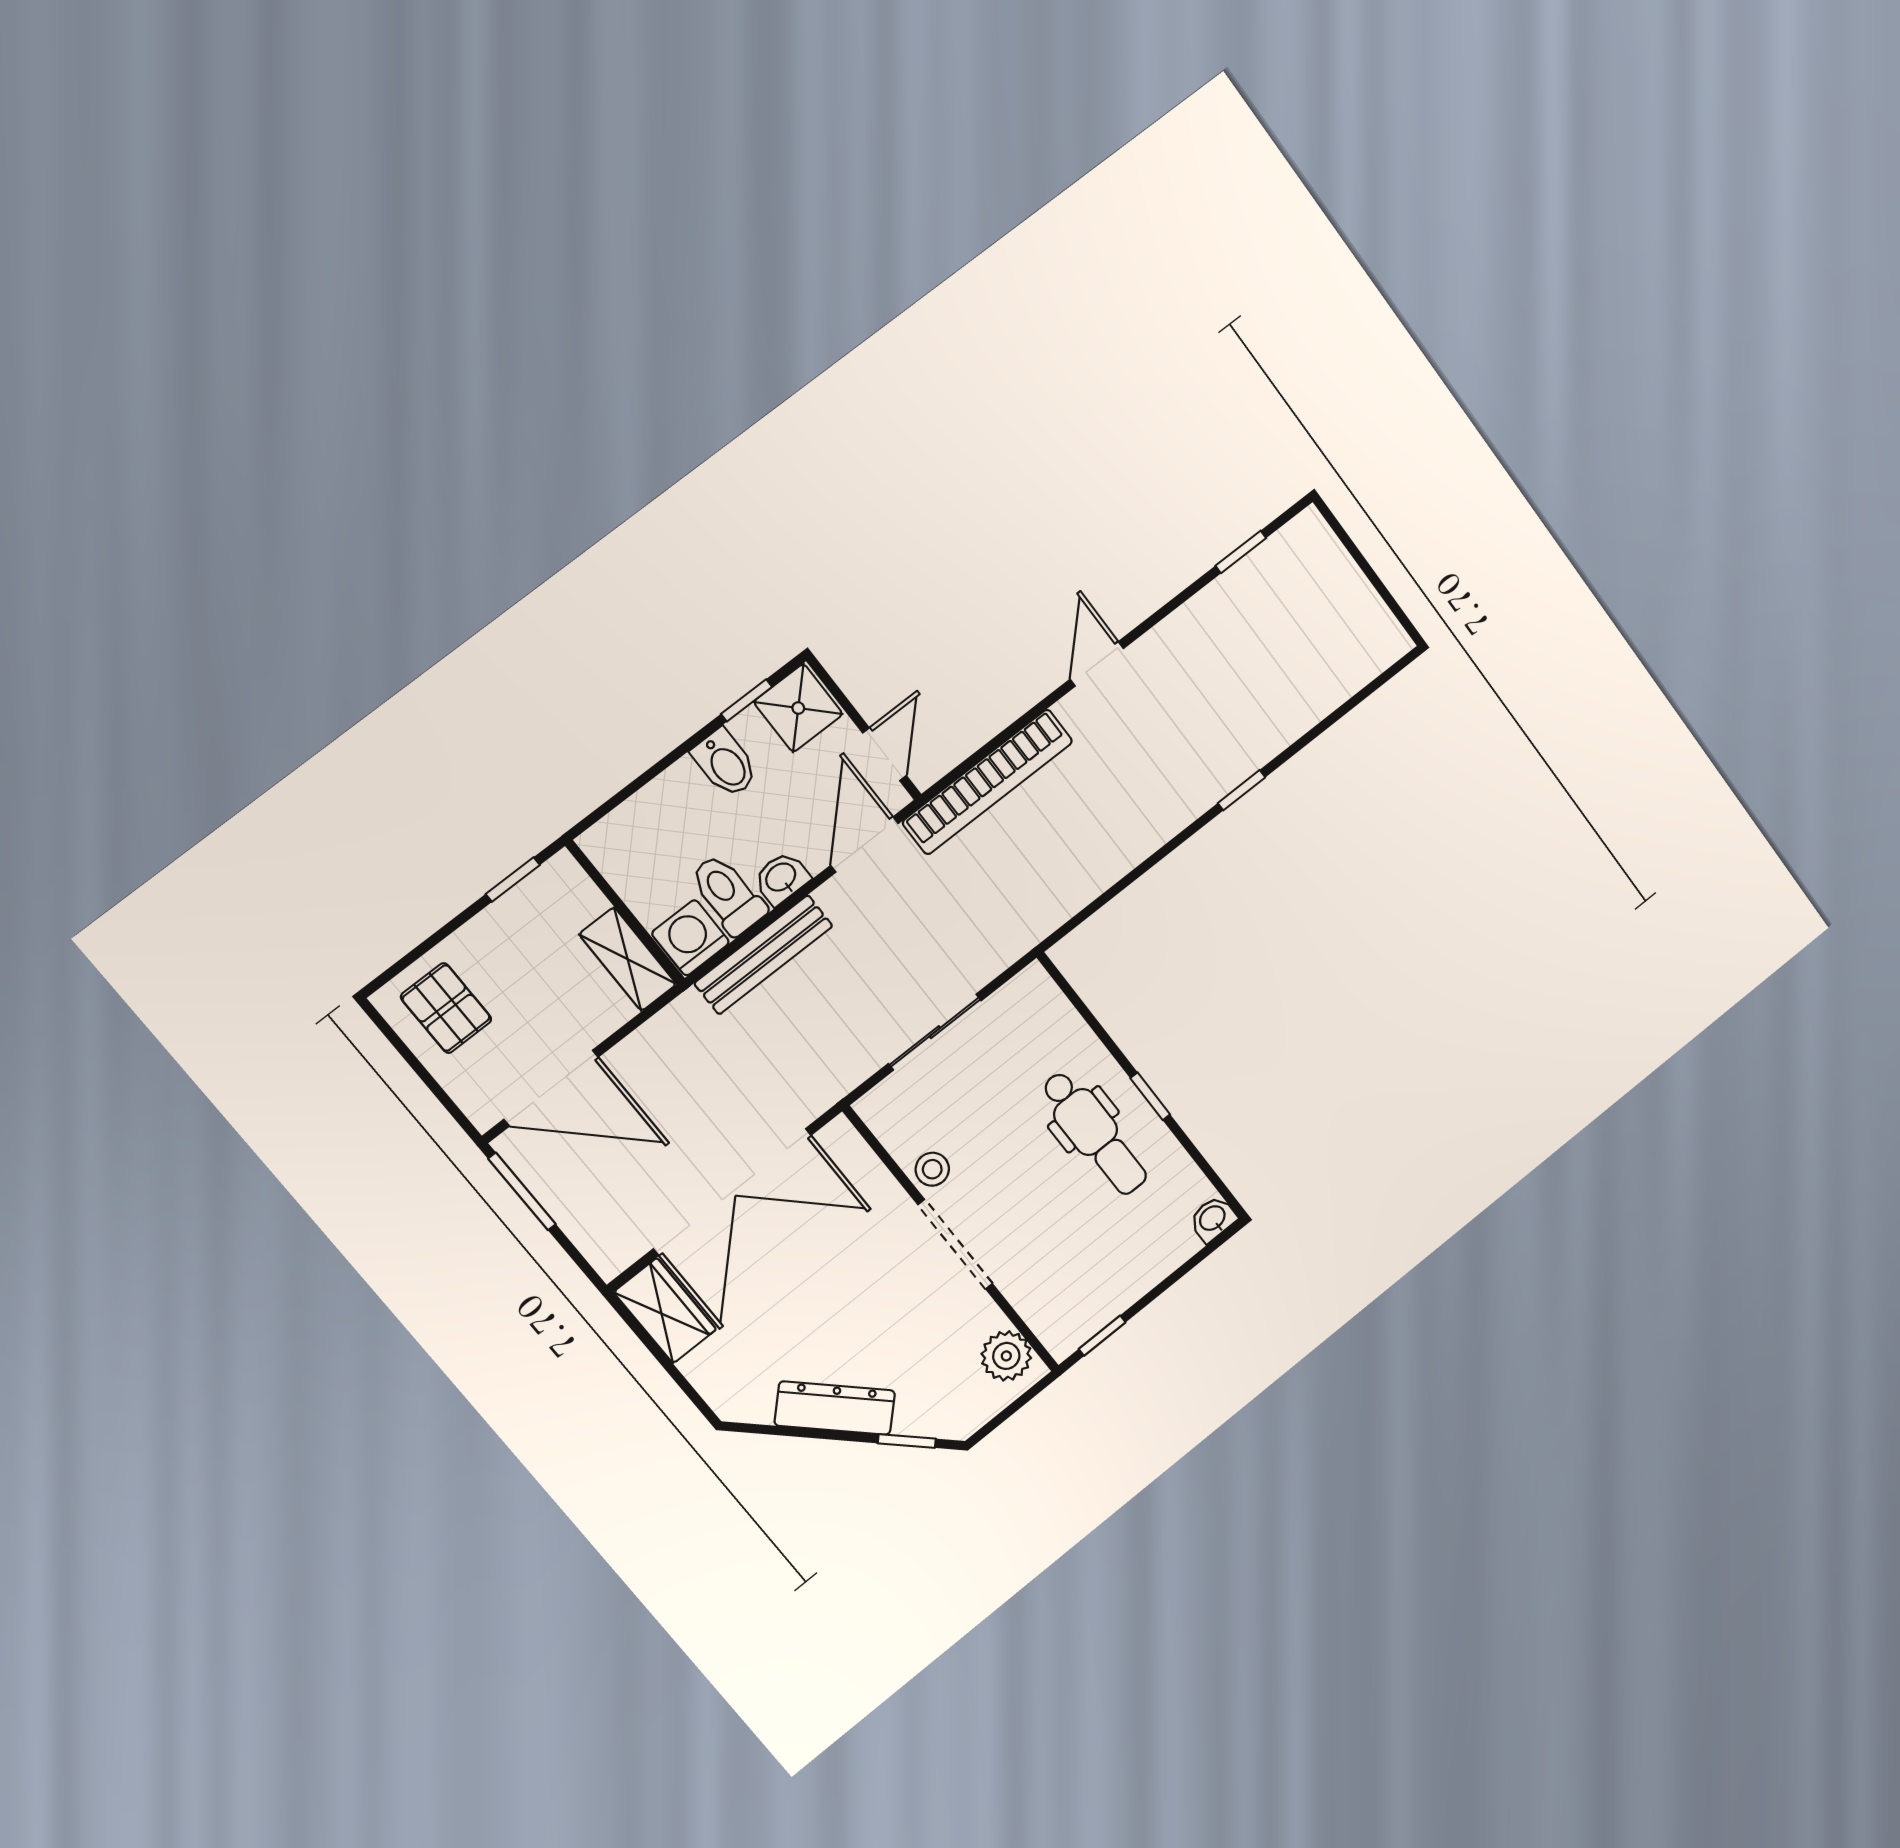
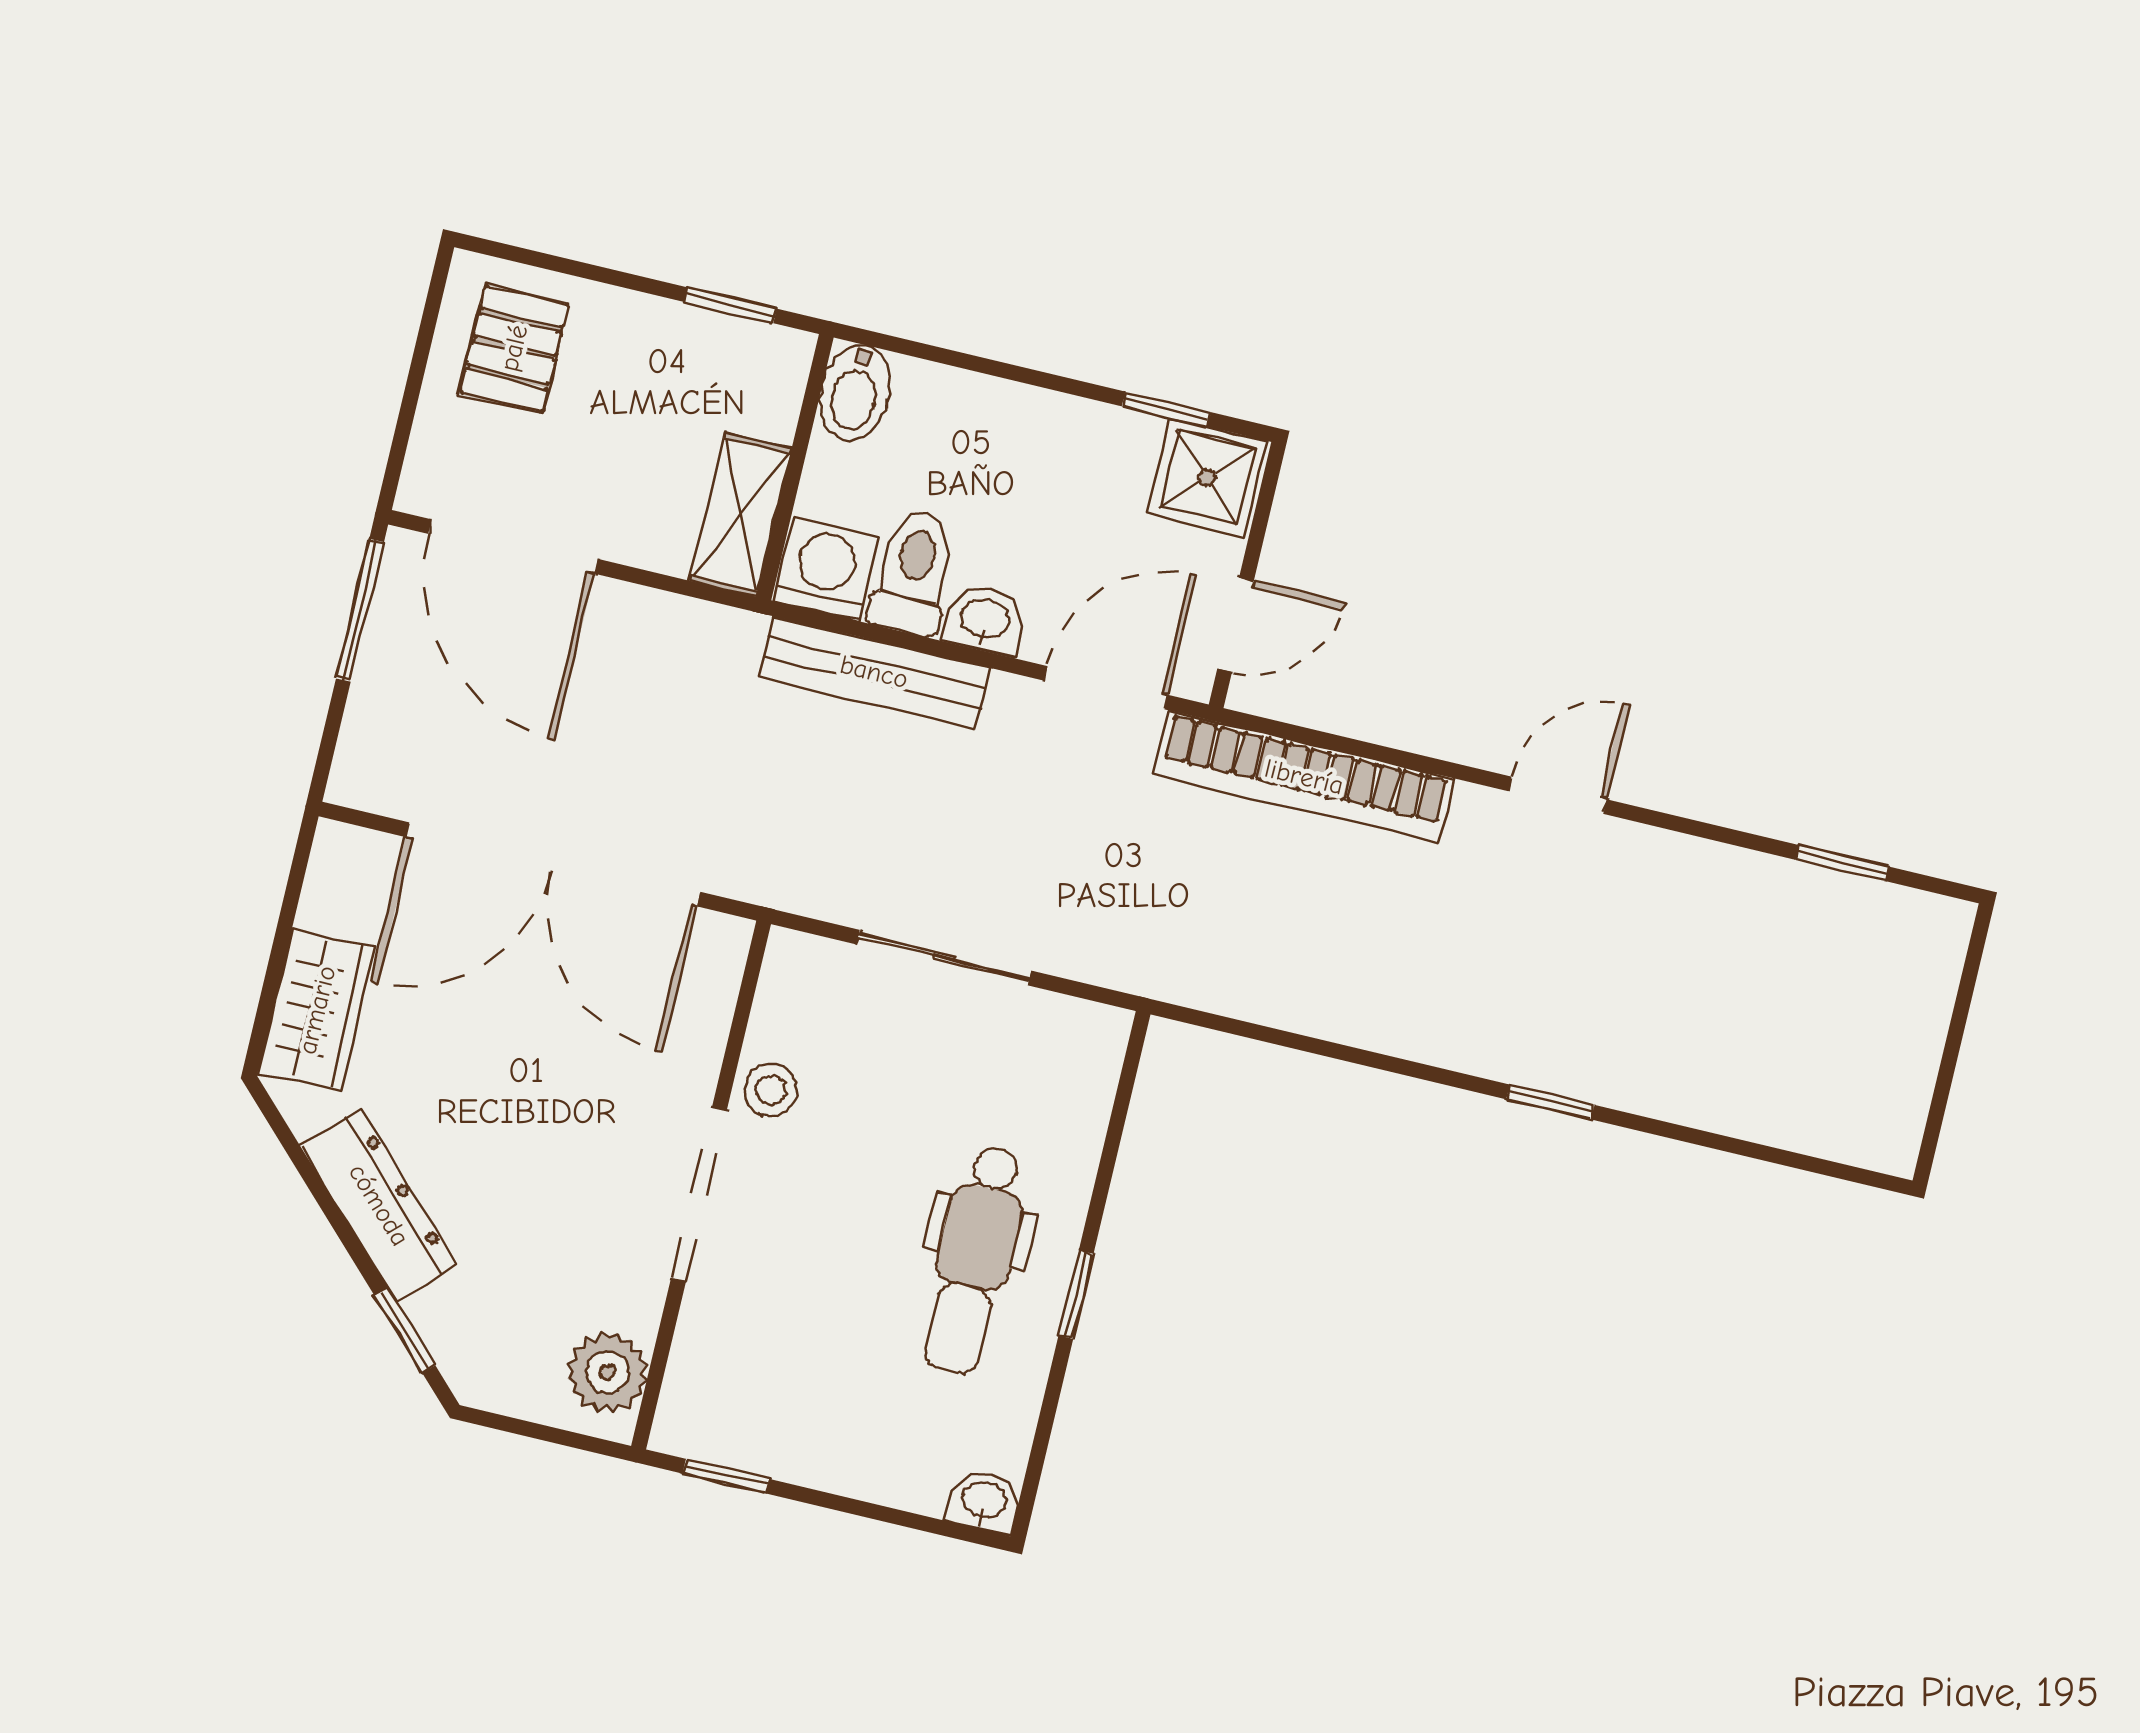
bidet: (725, 763) -> (855, 393), moved
wardrobe: (665, 1311) -> (317, 1010), moved

